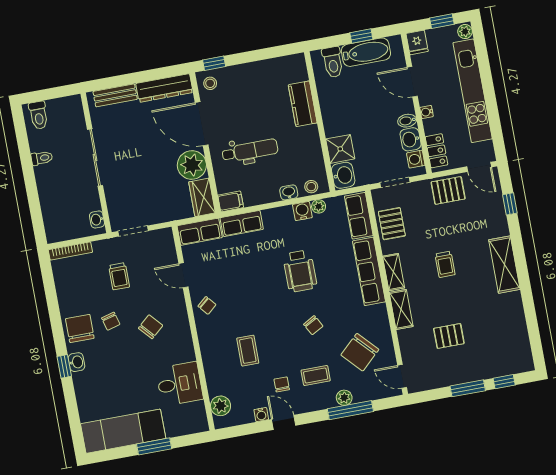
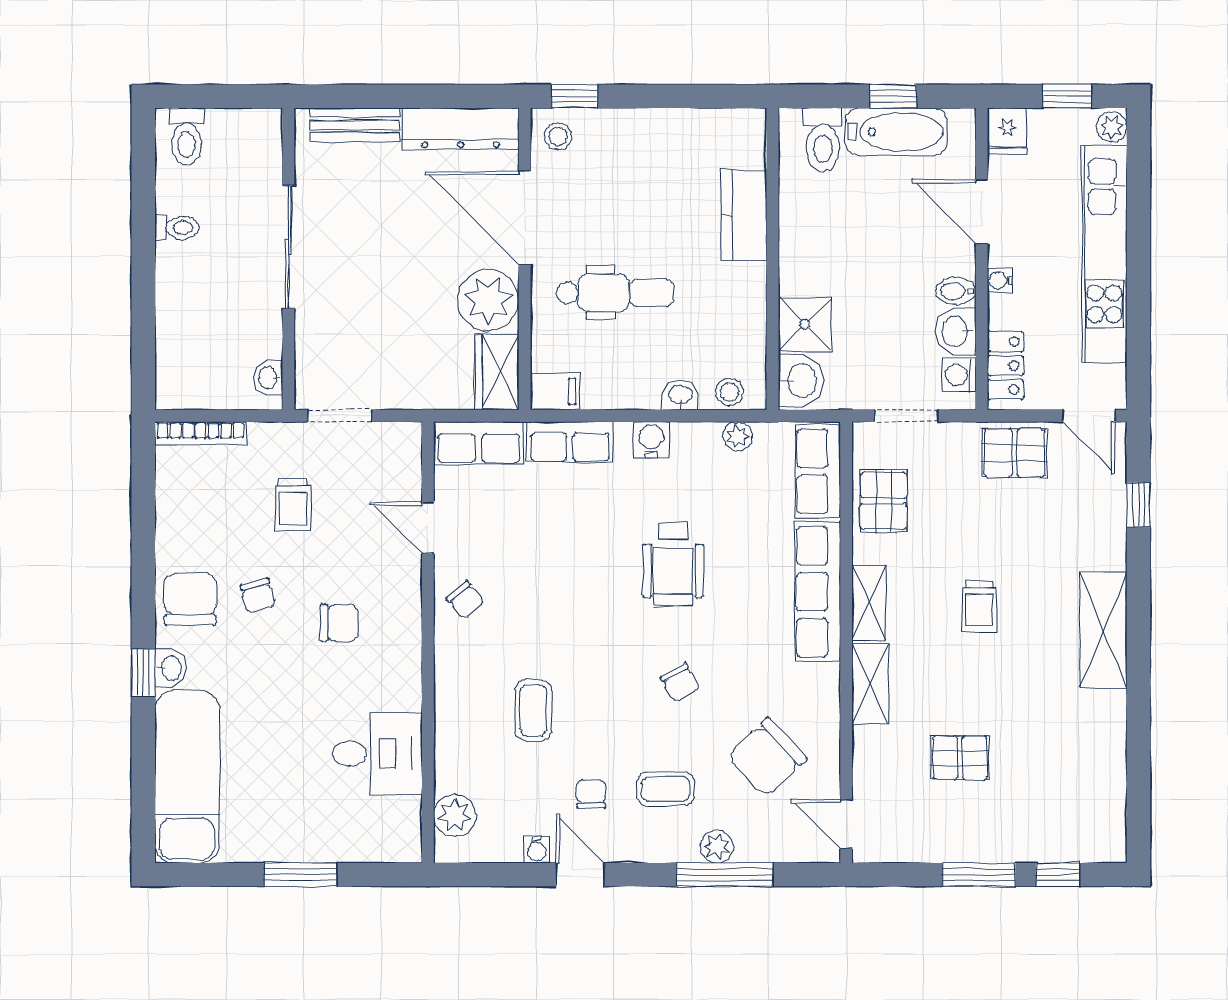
water cooler: (302, 211) -> (651, 440), moved
chair: (151, 327) -> (339, 623), turned 42
exam couch: (123, 431) -> (187, 777), moved, turned 90

